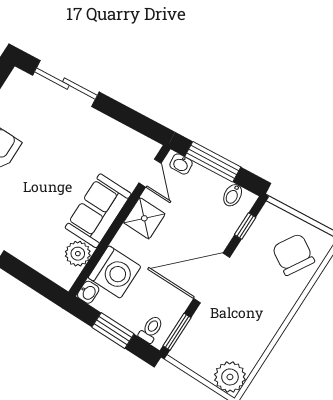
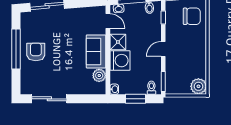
chair: (293, 254) -> (192, 16), turned 149
washing machine: (114, 272) -> (120, 61), moved
door: (212, 278) -> (163, 49), width x0.53

